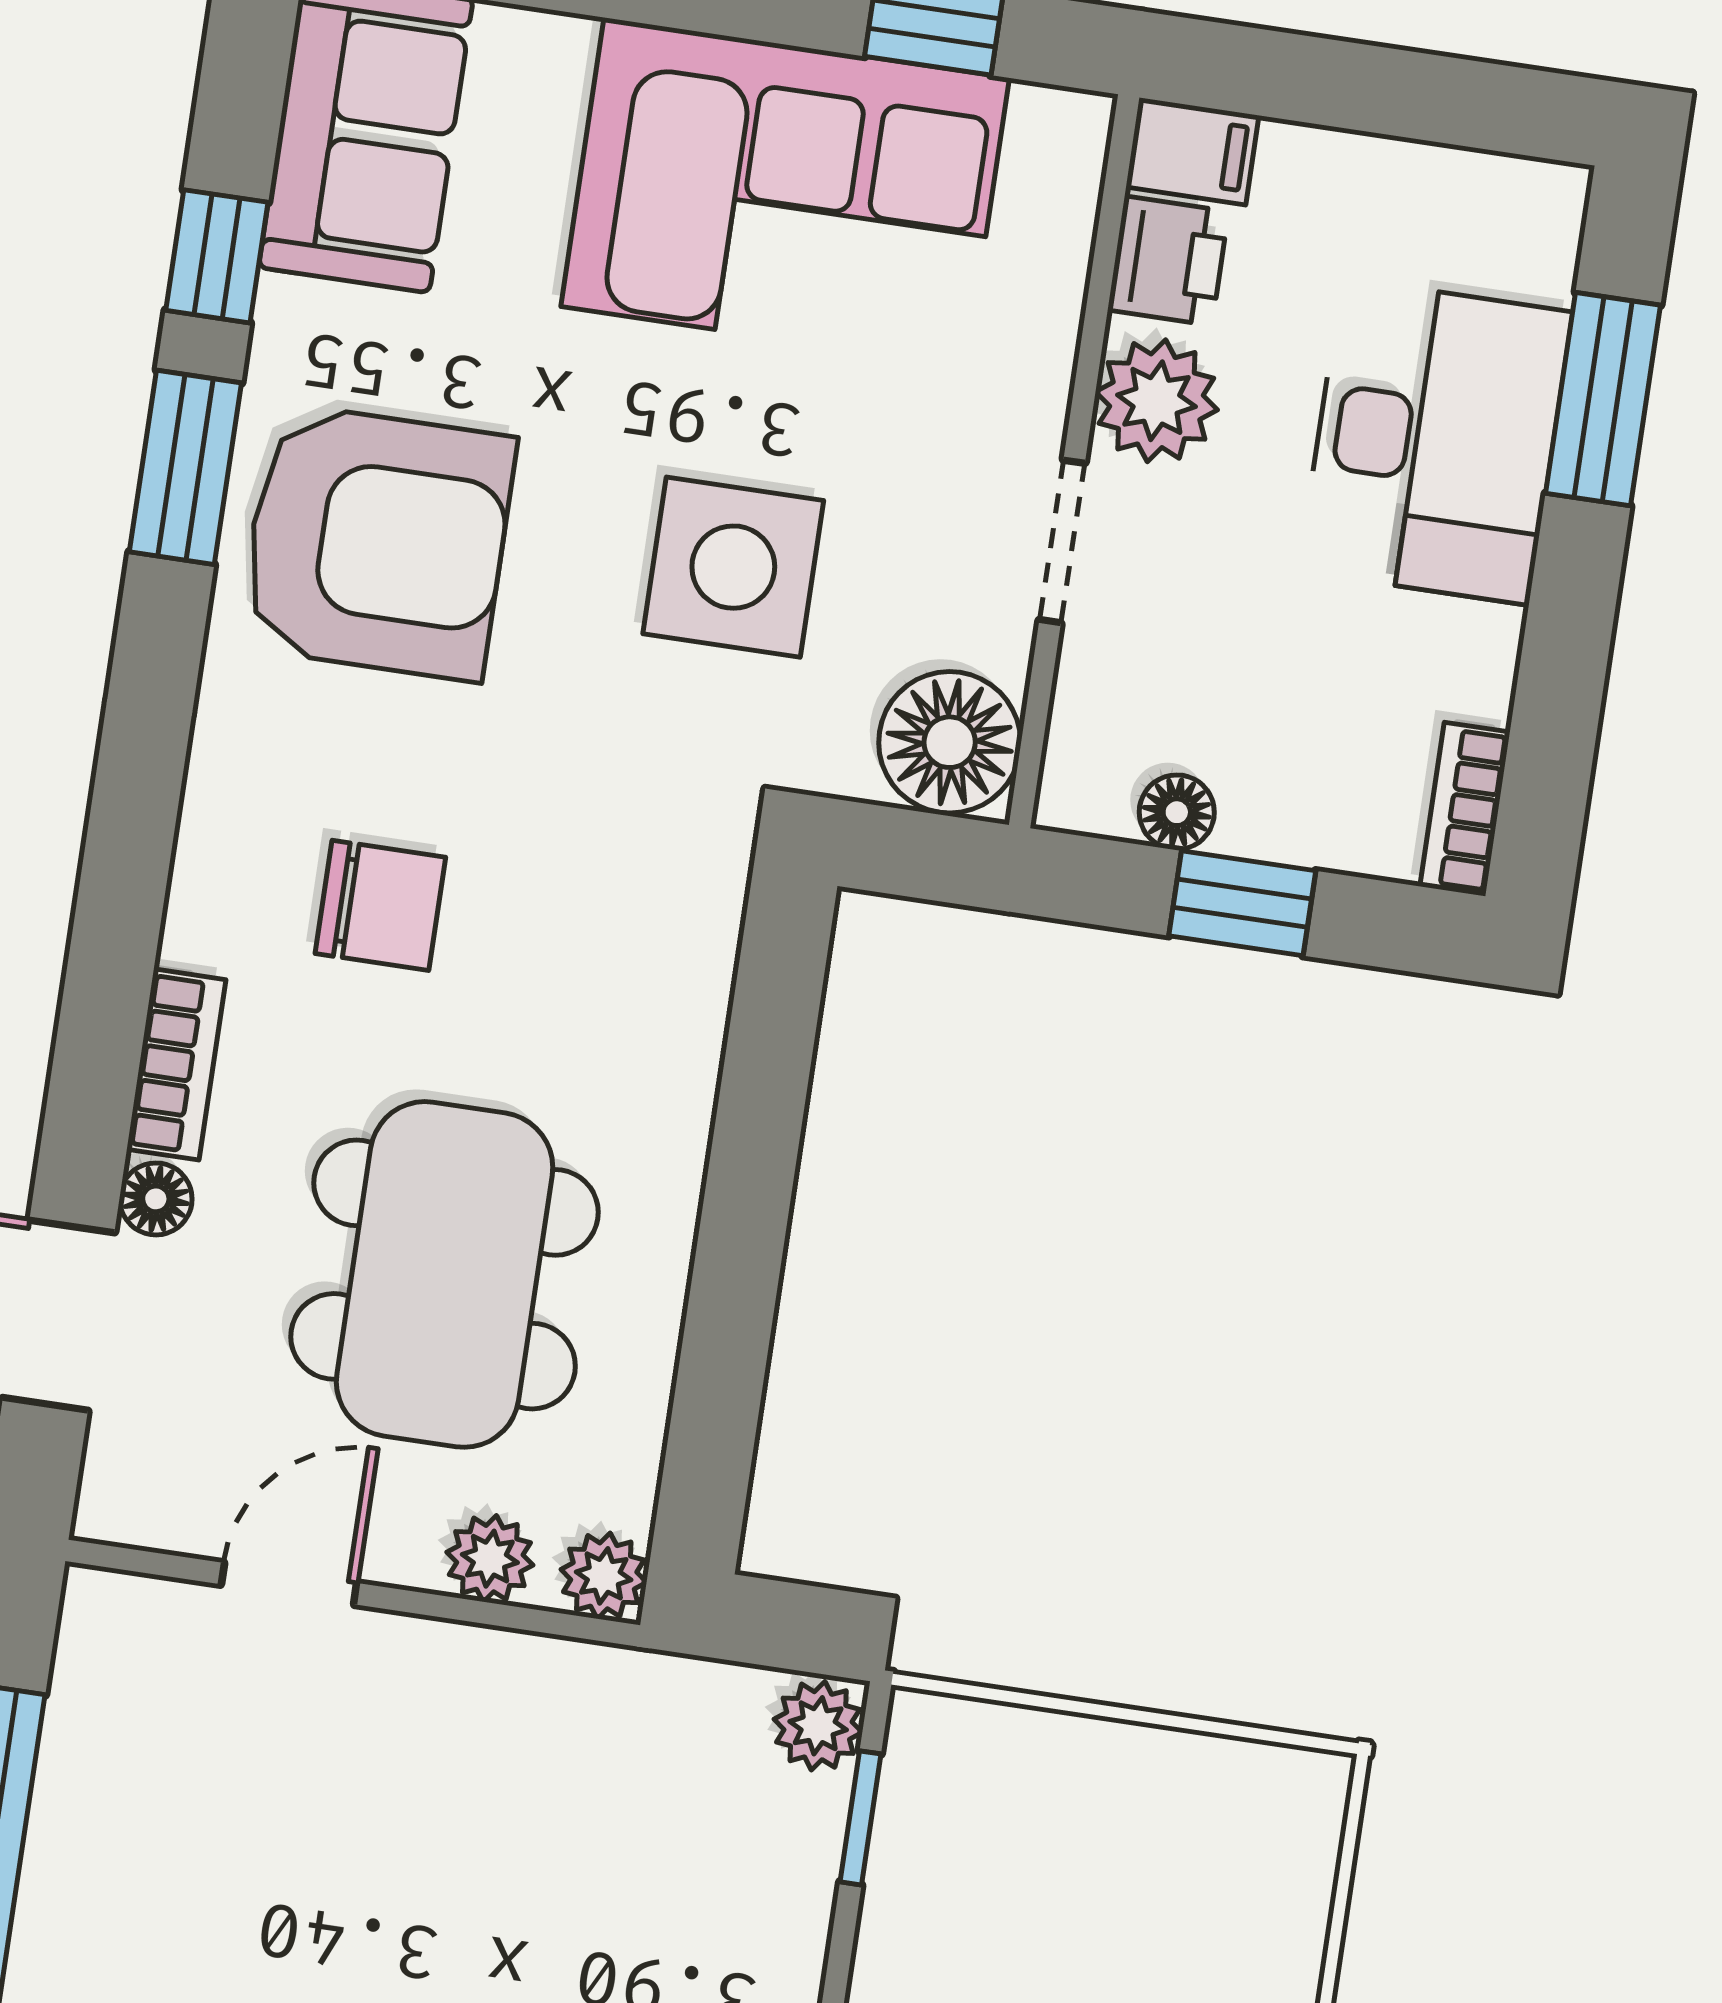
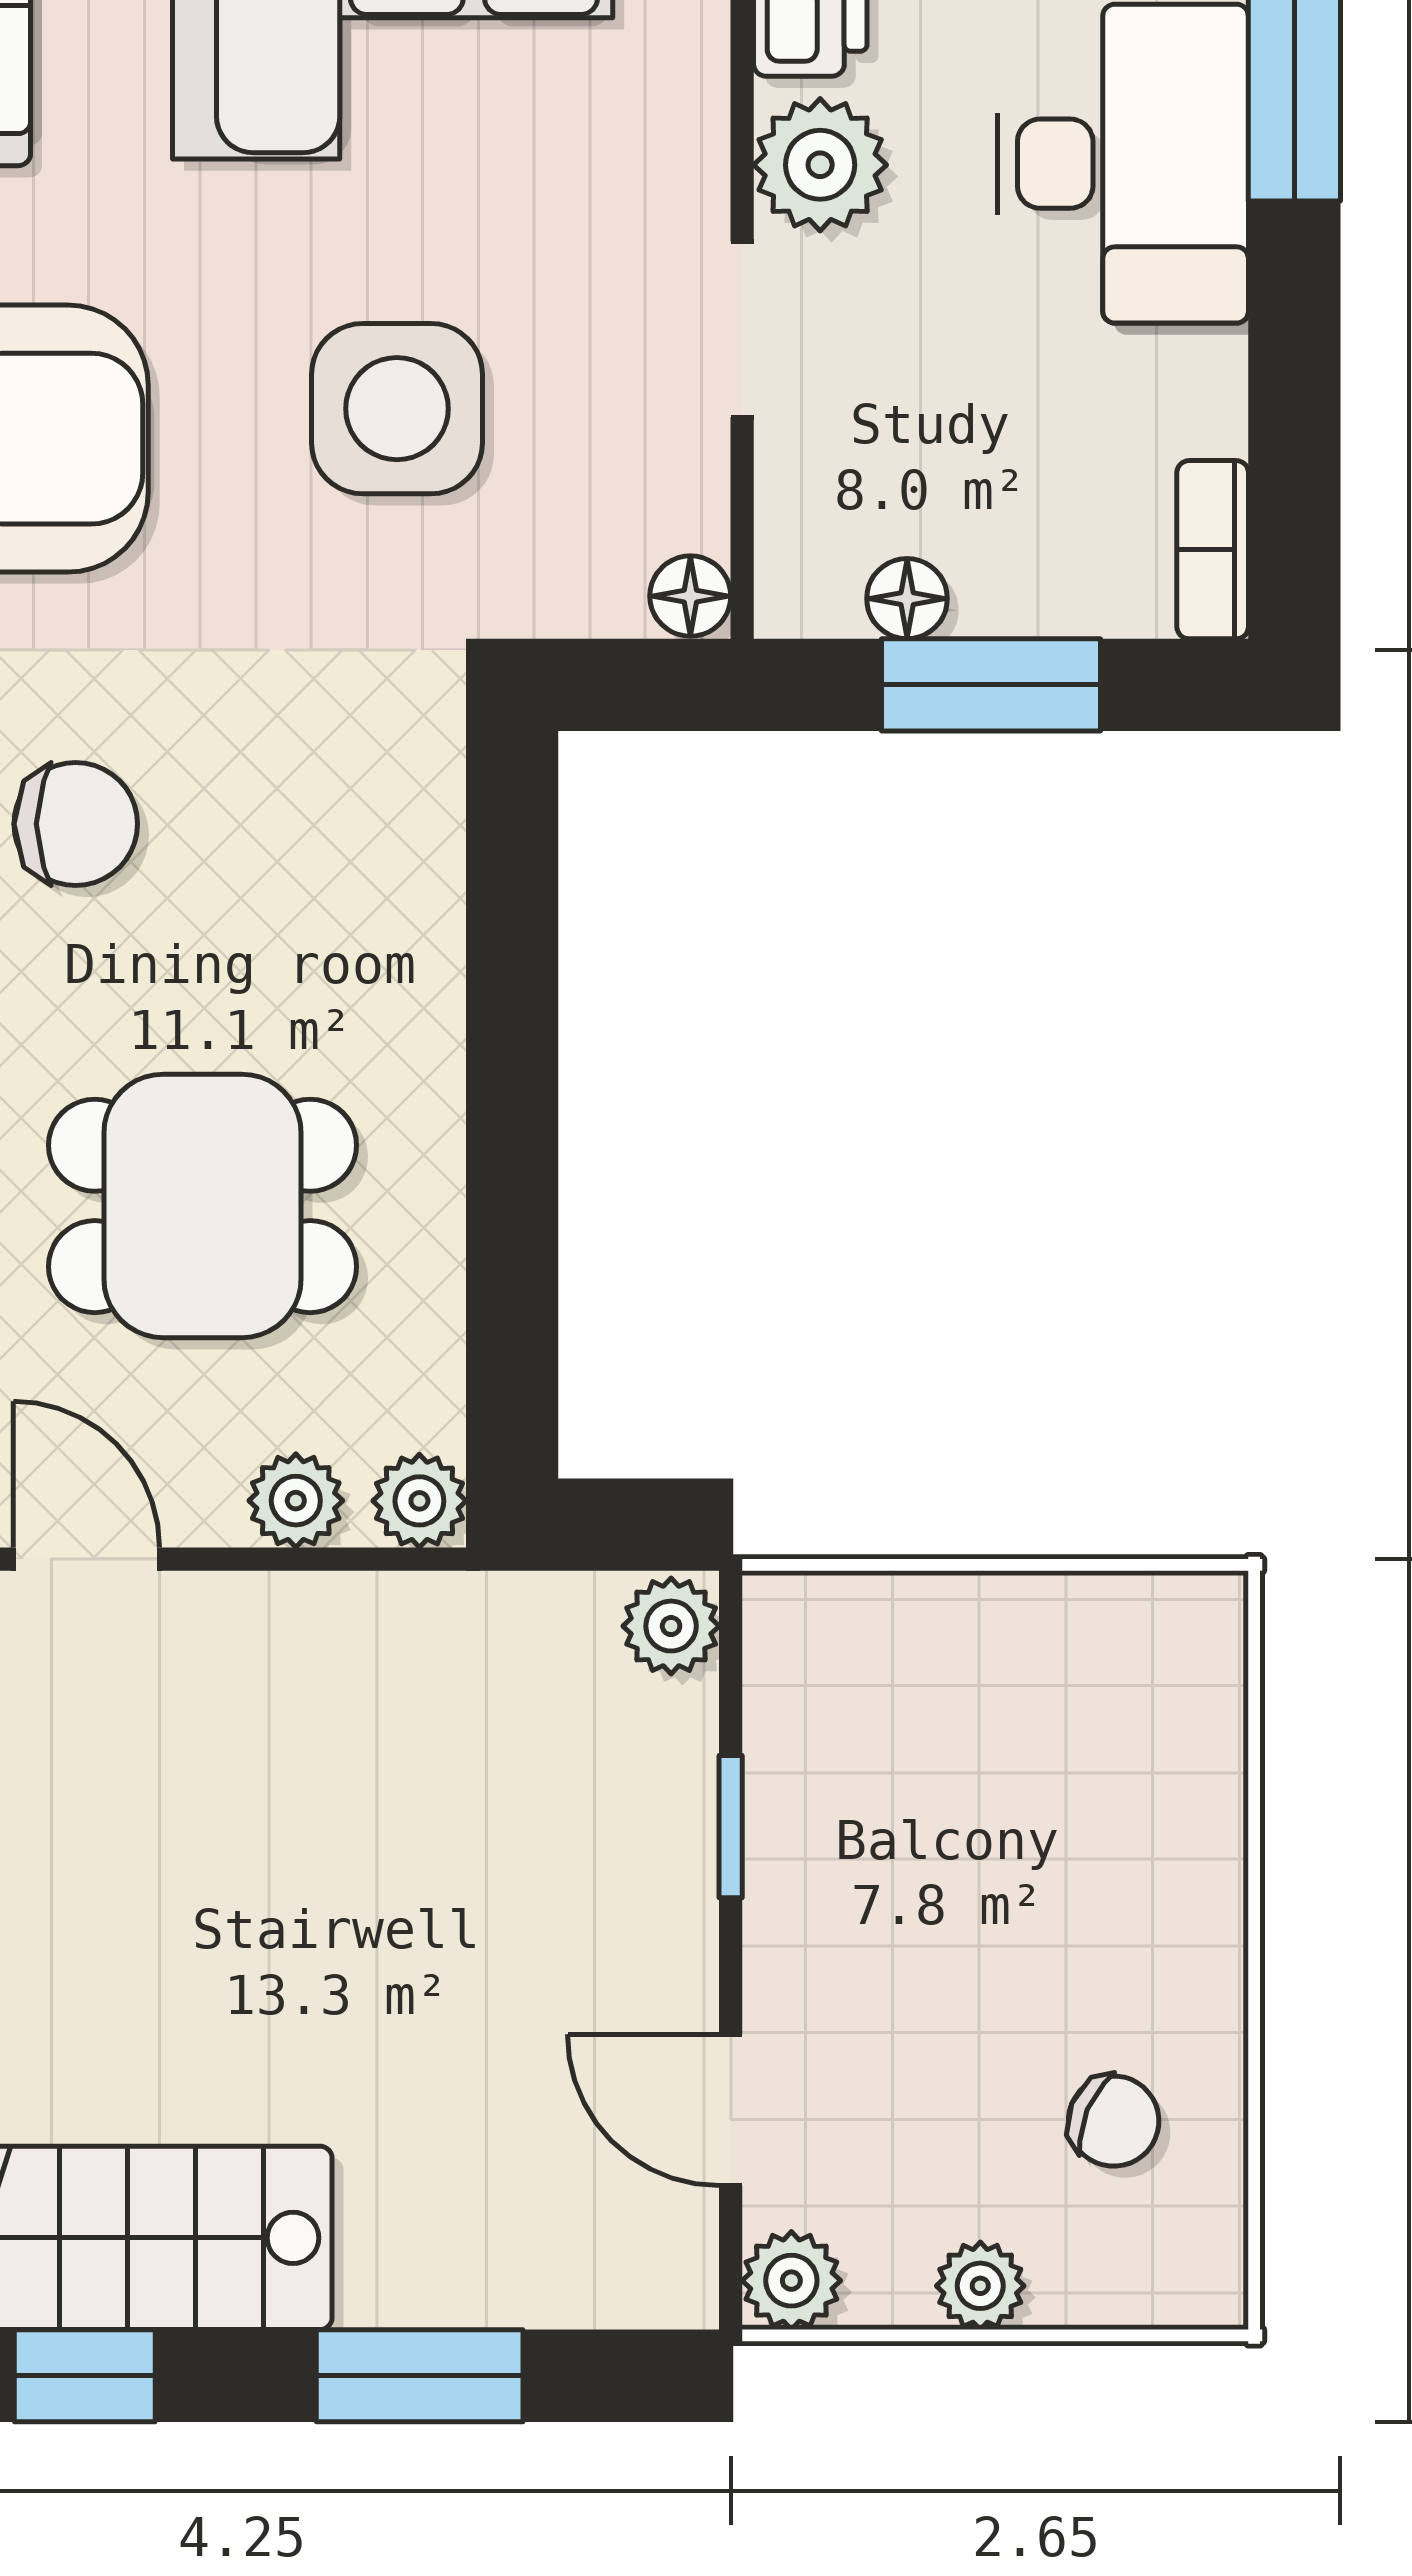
floor lamp: (950, 742) -> (690, 596), width x0.53, depth x0.53
window: (1242, 903) -> (991, 685), width x1.50
dining table: (445, 1274) -> (202, 1206), width x0.73
door: (289, 1584) -> (86, 1559), hinge flipped
window: (861, 1818) -> (731, 1827), moved

